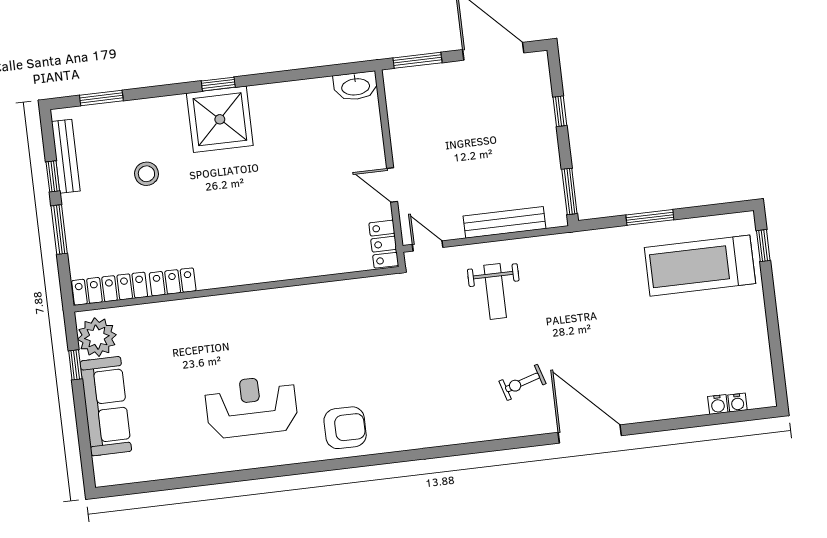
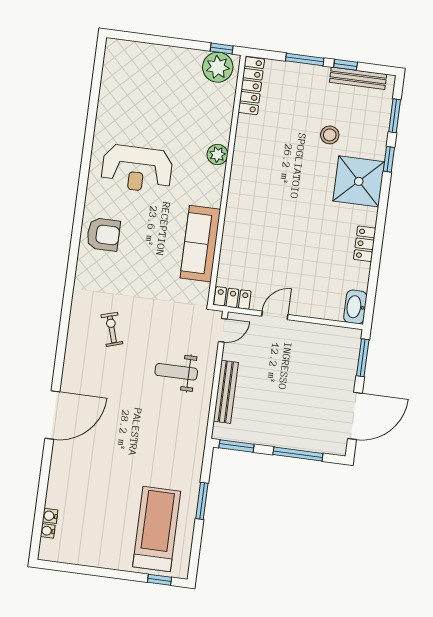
window: (218, 84) -> (389, 159), moved
window: (560, 111) -> (298, 454), width x2.17
shower: (220, 119) -> (359, 181), moved
locker: (173, 282) -> (365, 244), moved, turned 180
plant: (207, 309) -> (217, 155), added
window: (75, 365) -> (222, 49), moved
exercise bike: (522, 382) -> (112, 329), moved
sofa: (106, 406) -> (200, 244), moved, turned 90
reception desk: (251, 407) -> (137, 169), turned 90
armchair: (345, 428) -> (103, 234), turned -90

